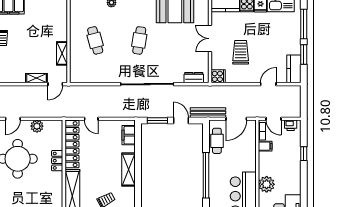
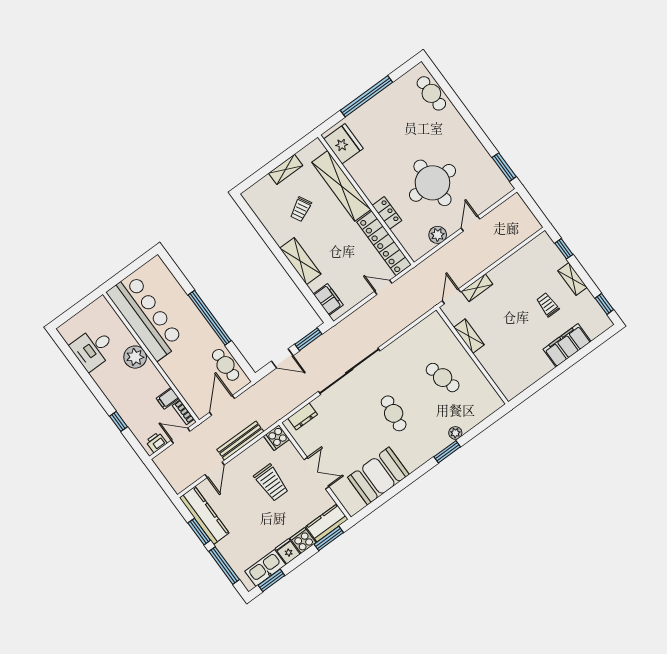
kitchen counter: (294, 69) -> (204, 515), width x1.50
bench: (208, 113) -> (240, 441), moved

